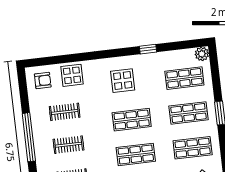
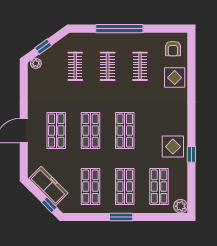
display table: (123, 81) -> (173, 147), moved

